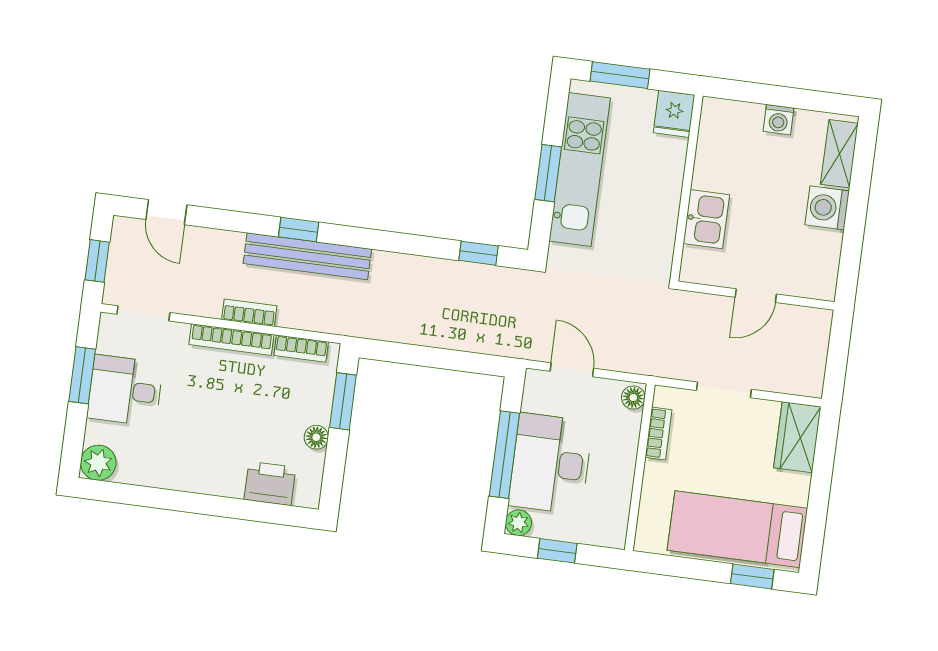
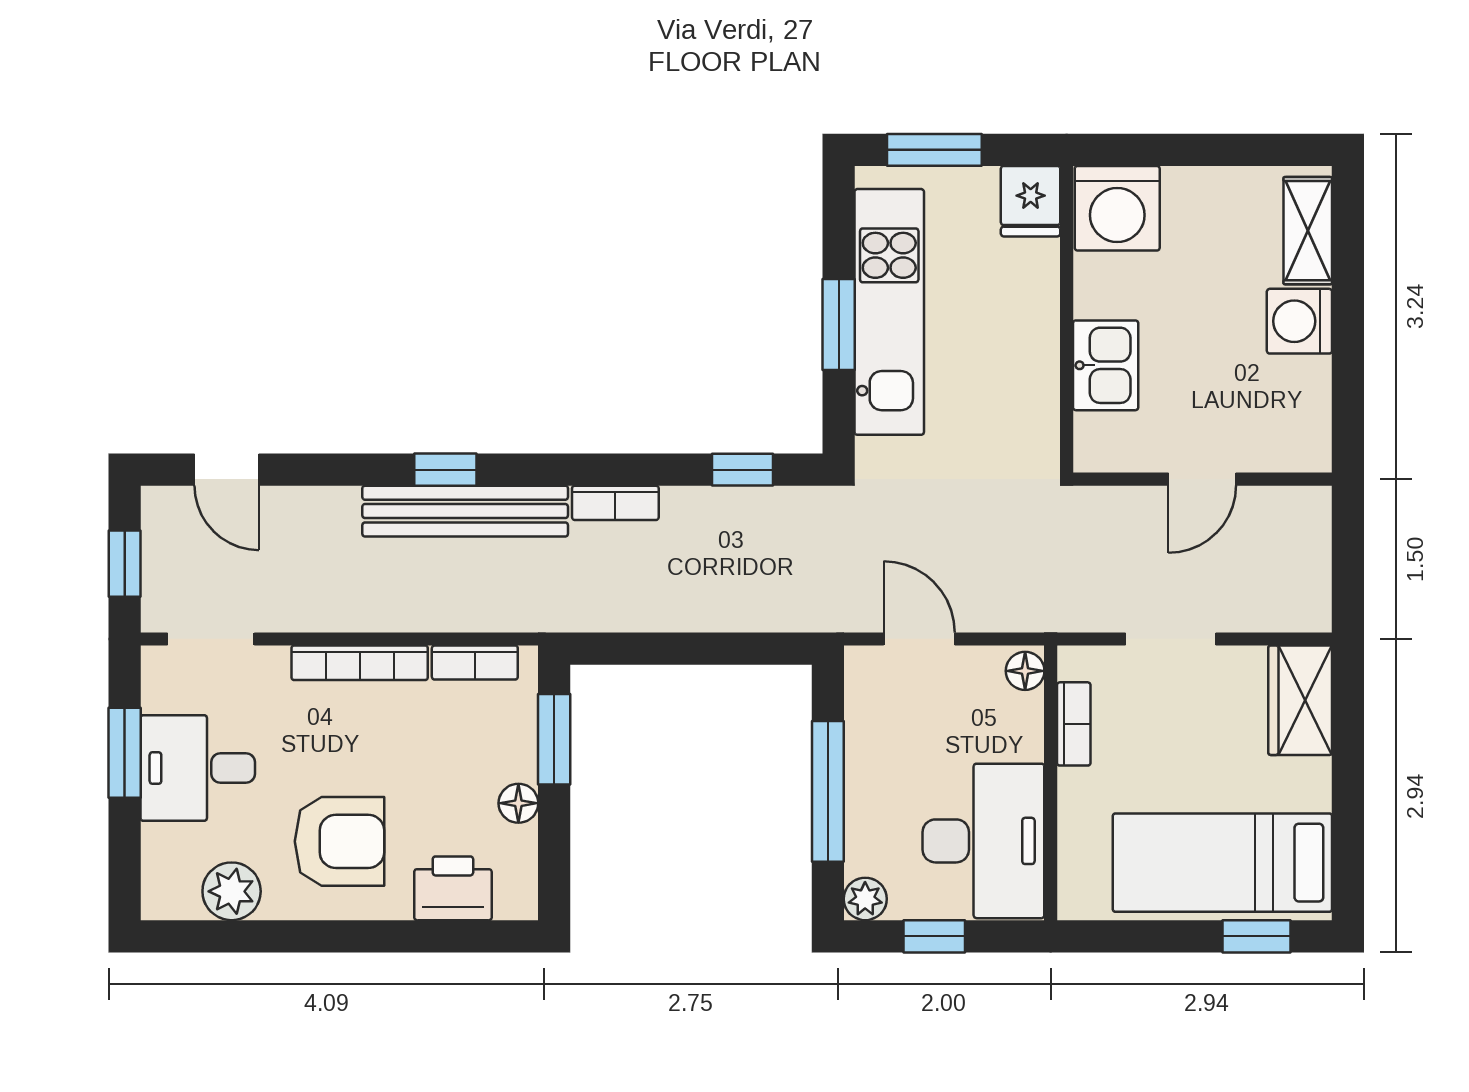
washing machine: (779, 120) -> (1117, 208), moved, width x1.89, depth x1.89
bookcase: (249, 313) -> (615, 503), moved, turned 180
armchair: (205, 446) -> (340, 841), added
plant: (98, 463) -> (232, 891), moved
desk: (551, 464) -> (983, 841), moved, turned 180

